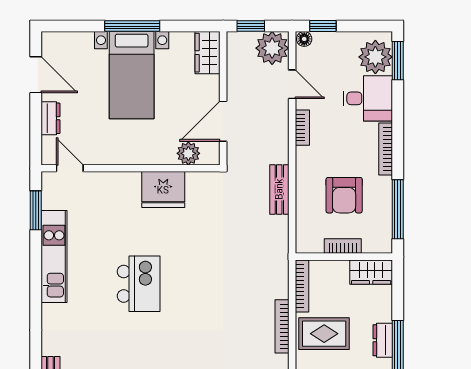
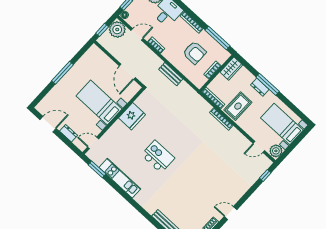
wardrobe: (208, 53) -> (97, 54), removed
bed with nightstands: (132, 75) -> (99, 102), moved, turned 180
plant: (188, 153) -> (127, 95), removed

